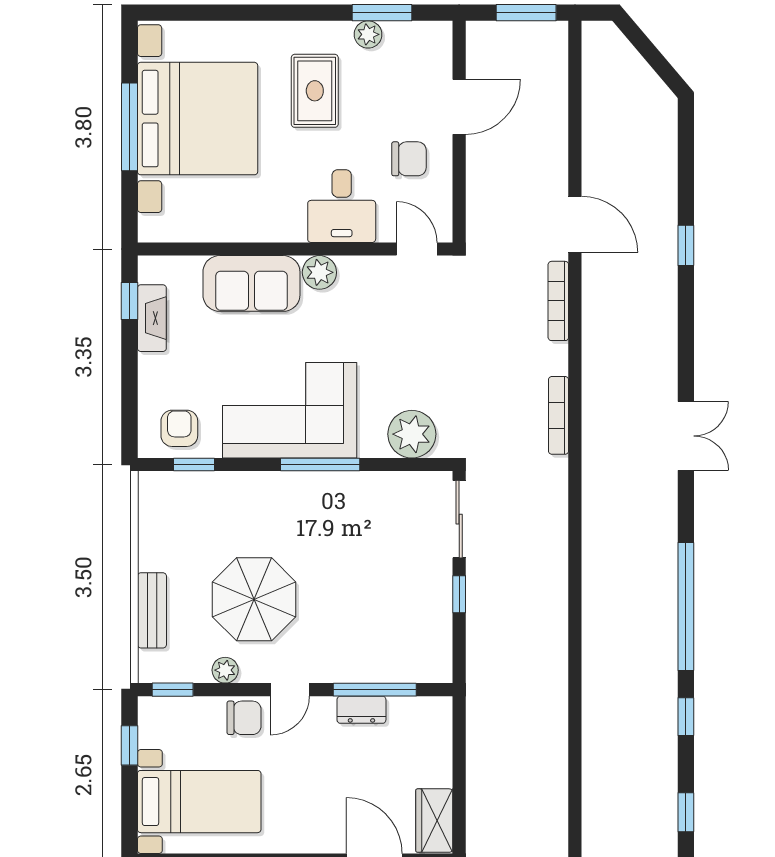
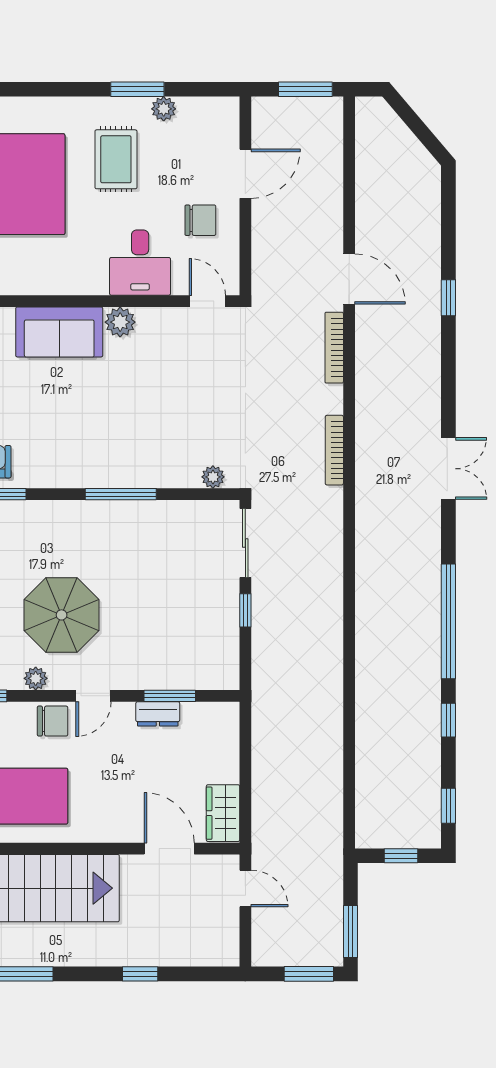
window: (382, 13) -> (137, 89), moved
corner sofa: (290, 410) -> (93, 446), removed
plant: (412, 434) -> (213, 477), width x0.53, depth x0.53
window: (375, 690) -> (170, 696), width x0.69

